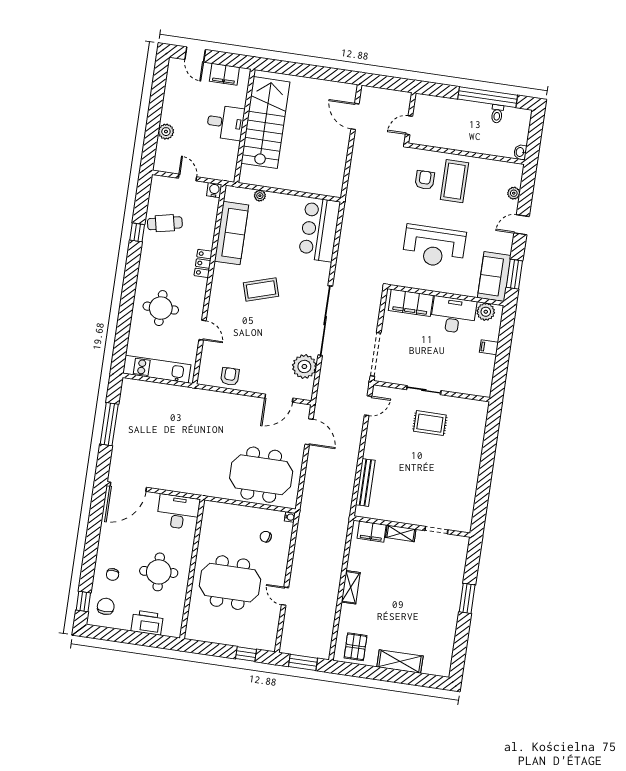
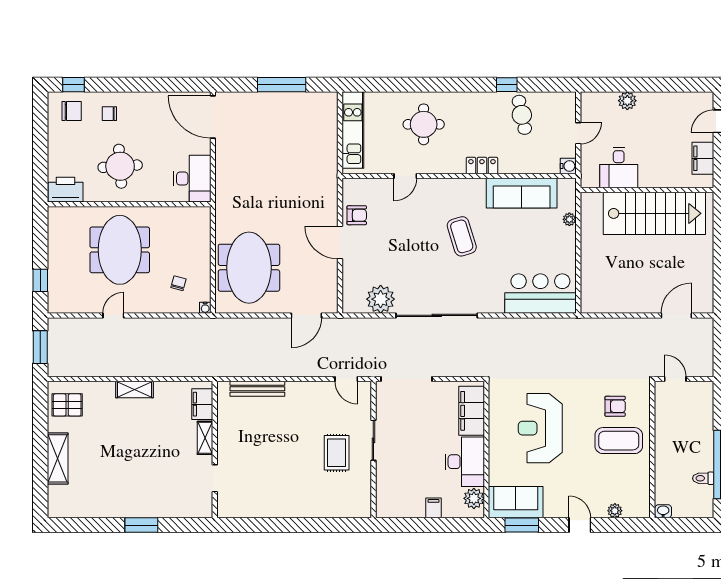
desk: (226, 123) -> (619, 168), moved
door: (279, 398) -> (340, 243), moved
printer: (147, 623) -> (66, 190), moved, turned -90

